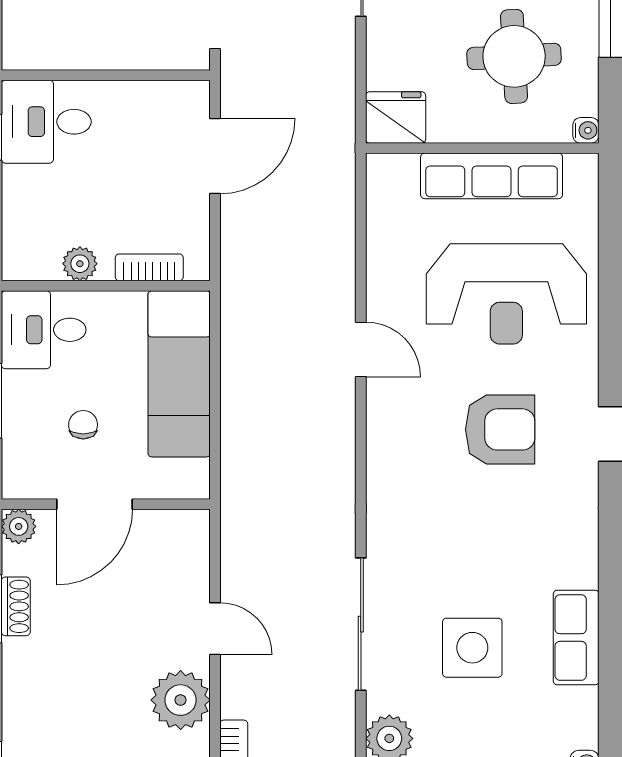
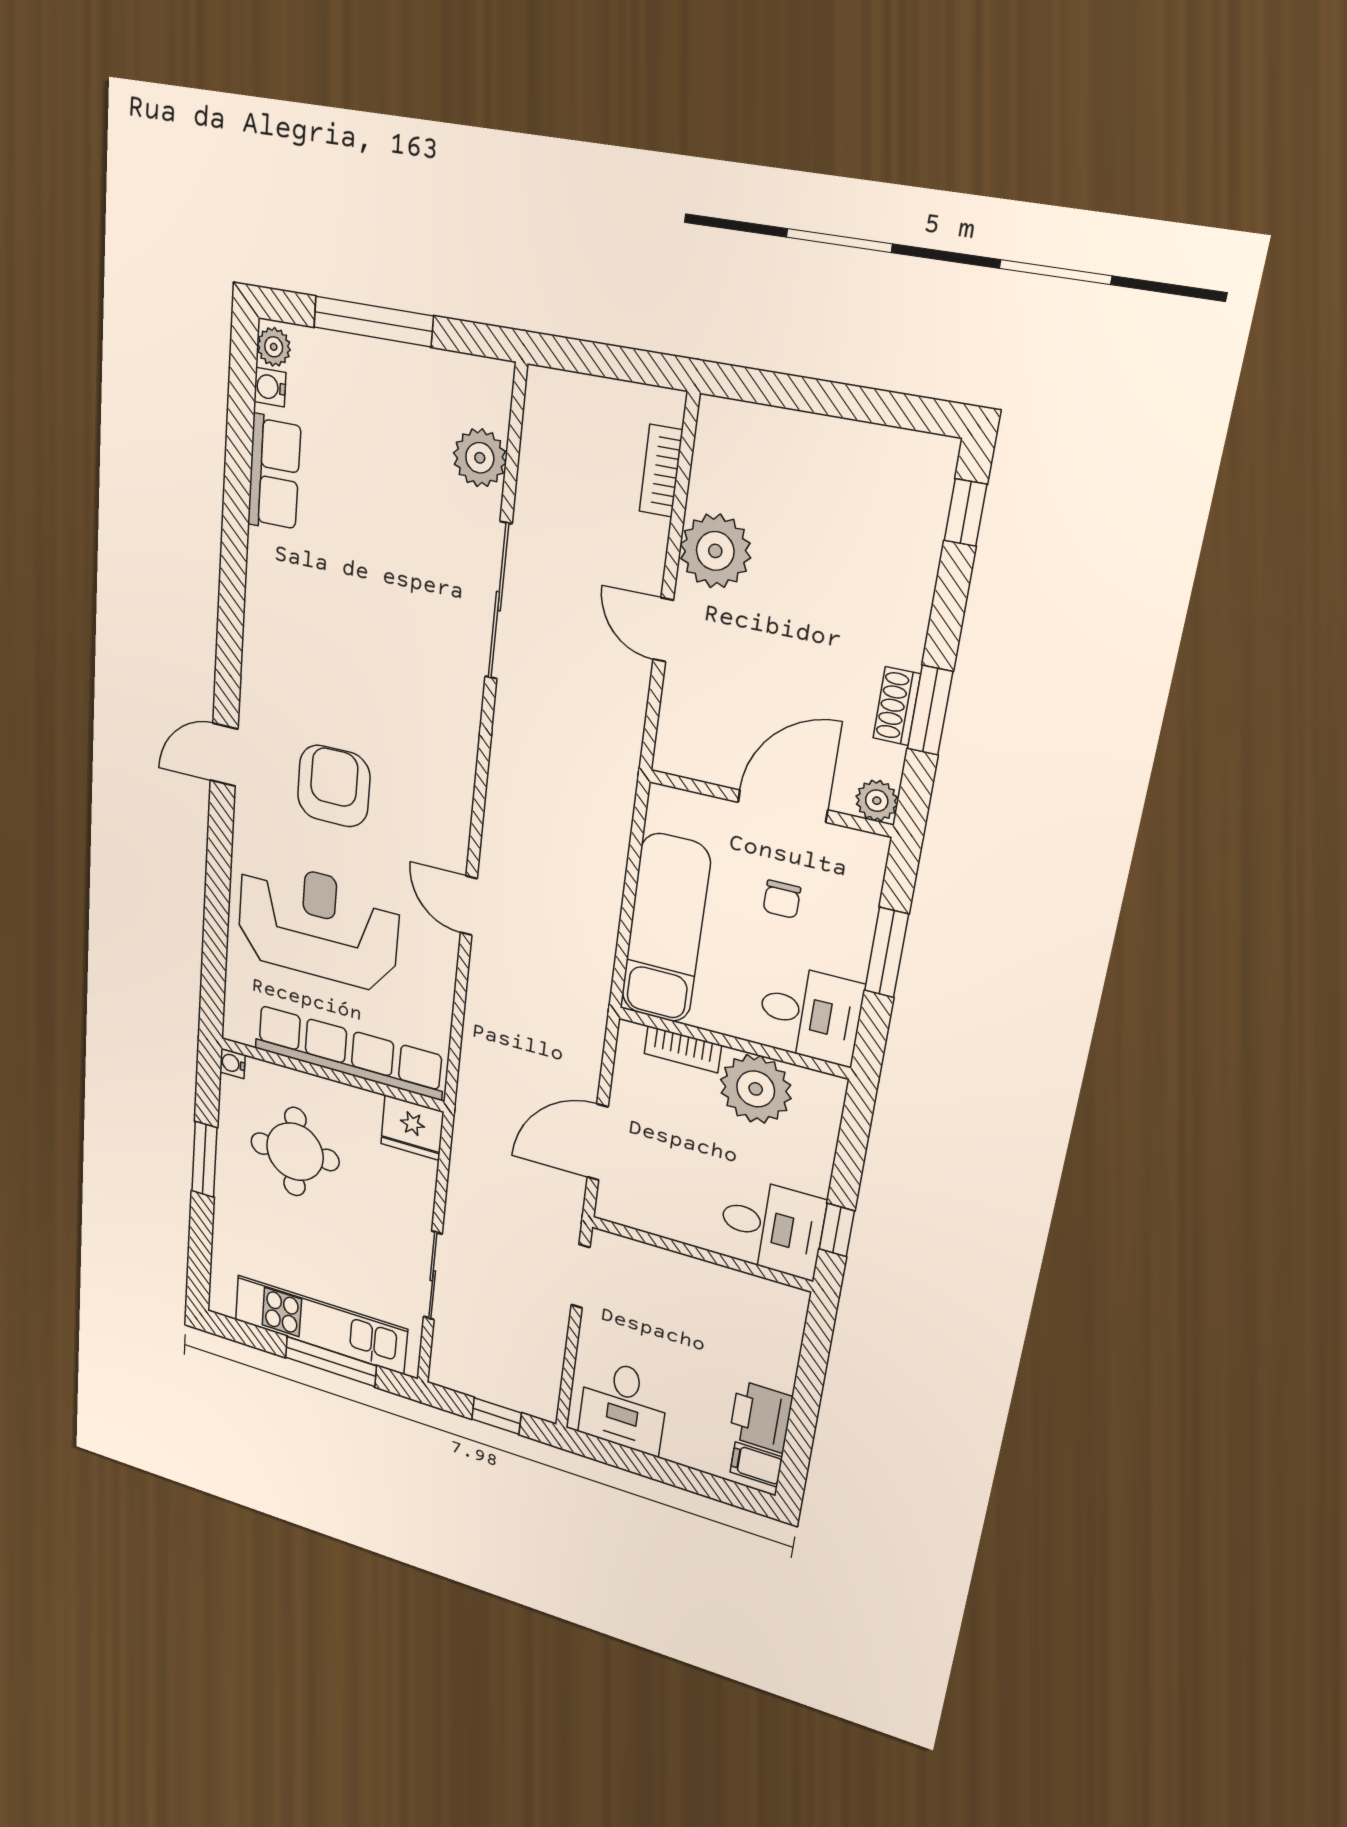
row of seats: (492, 176) -> (349, 1052), width x1.36
plant: (80, 264) -> (756, 1089), width x1.88, depth x1.88
armchair: (500, 429) -> (334, 786), turned 90
row of seats: (576, 638) -> (274, 473), moved
side table: (472, 648) -> (380, 549), removed

